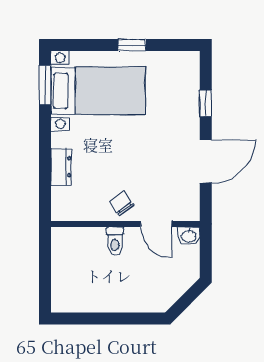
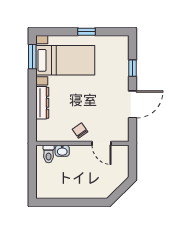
dresser: (61, 167) -> (42, 103), width x1.44
washbasin: (189, 236) -> (62, 151), moved
toilet: (115, 241) -> (49, 154), moved

